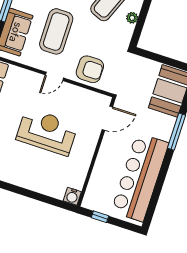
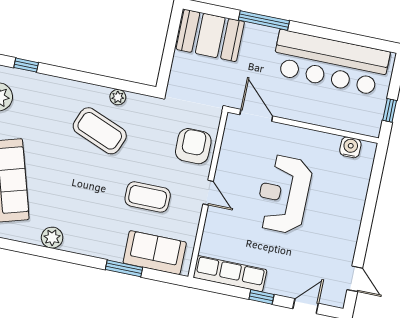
coffee table: (56, 31) -> (148, 197), width x0.73, depth x0.76
water cooler: (72, 196) -> (350, 147), moved, turned -90

